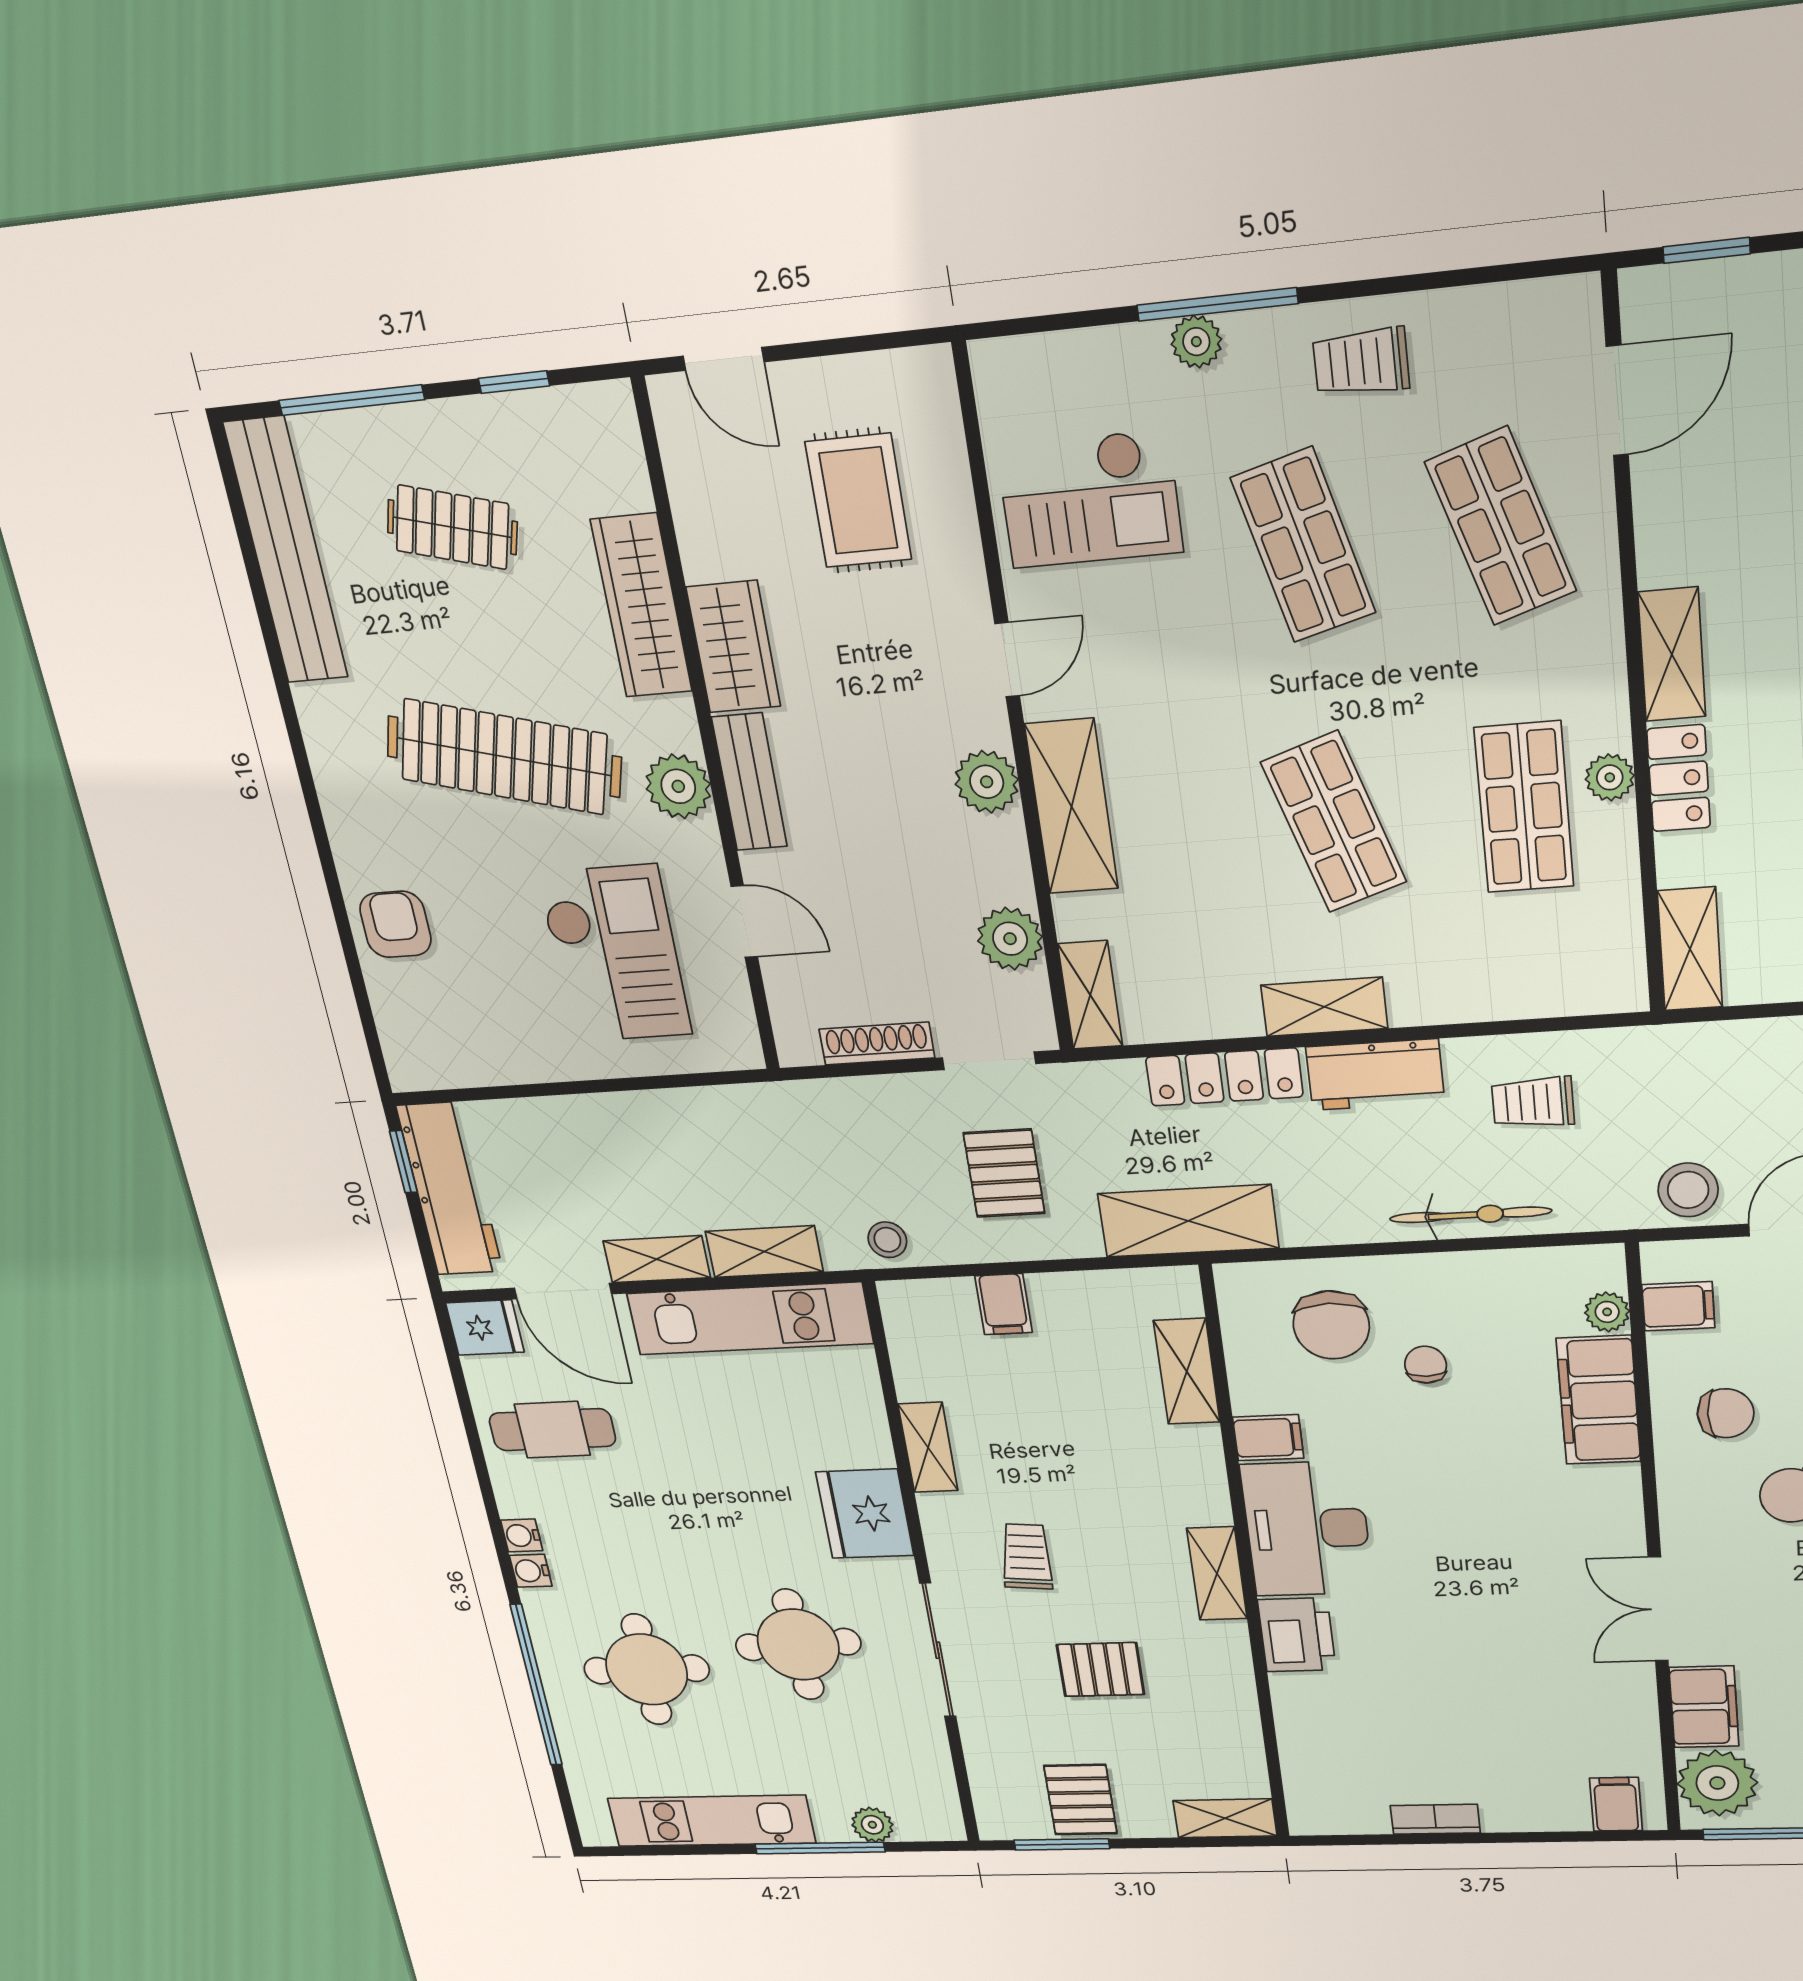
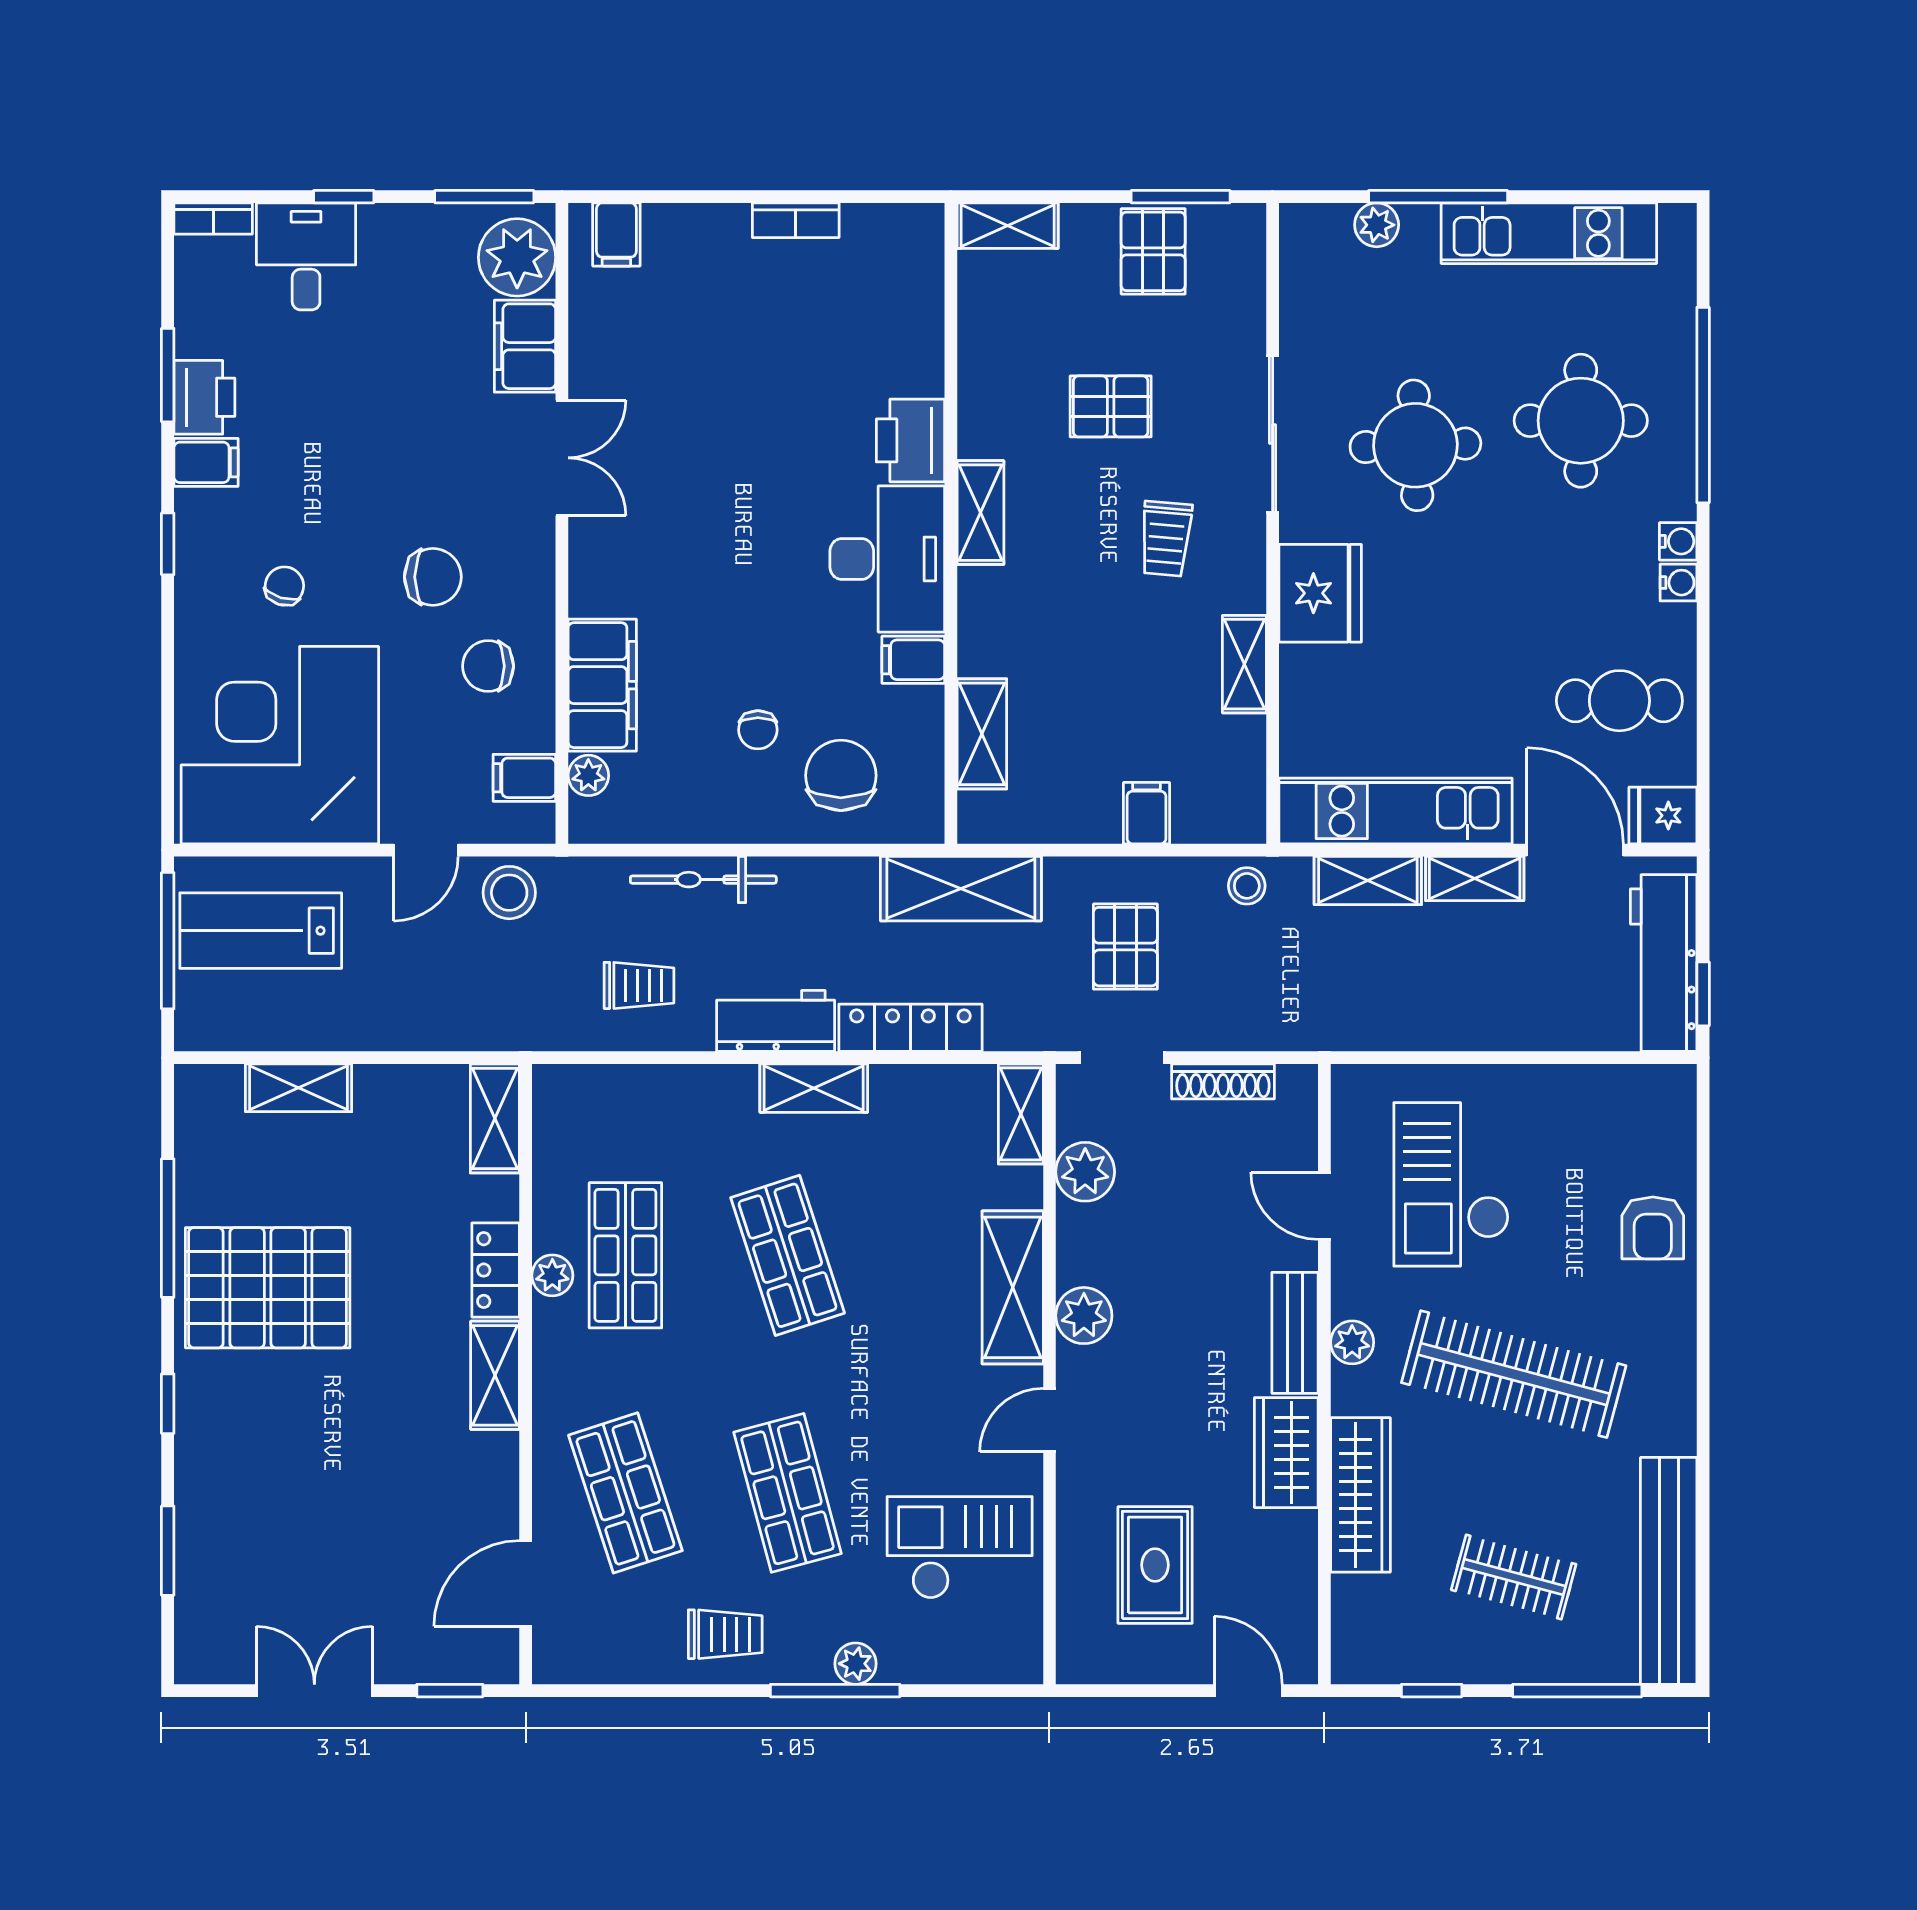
plant: (678, 786) -> (1352, 1342), width x0.73, depth x0.73

